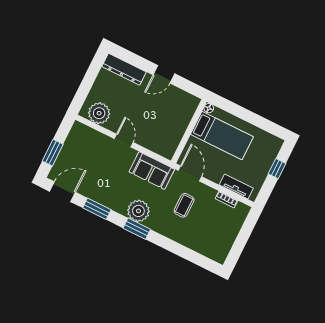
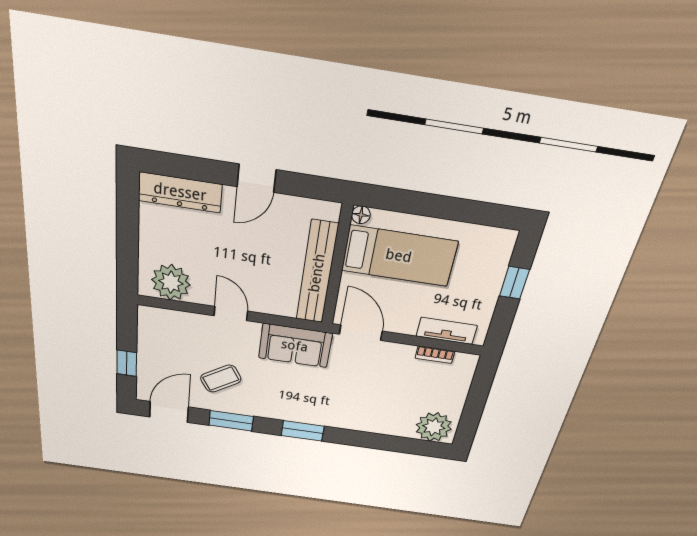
bench: (177, 132) -> (317, 273), added
window: (53, 153) -> (127, 363), width x0.67
coffee table: (184, 205) -> (221, 379), moved, turned 58
plant: (138, 211) -> (434, 427), moved

